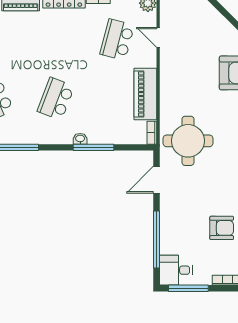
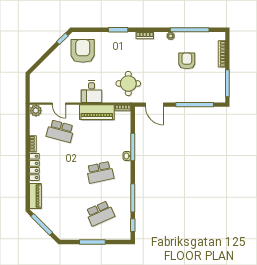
door: (158, 37) -> (59, 104), hinge flipped
school desk: (56, 99) -> (100, 172), turned -33
round table: (188, 141) -> (128, 84), width x0.73, depth x0.73
desk: (176, 270) -> (92, 92), moved

